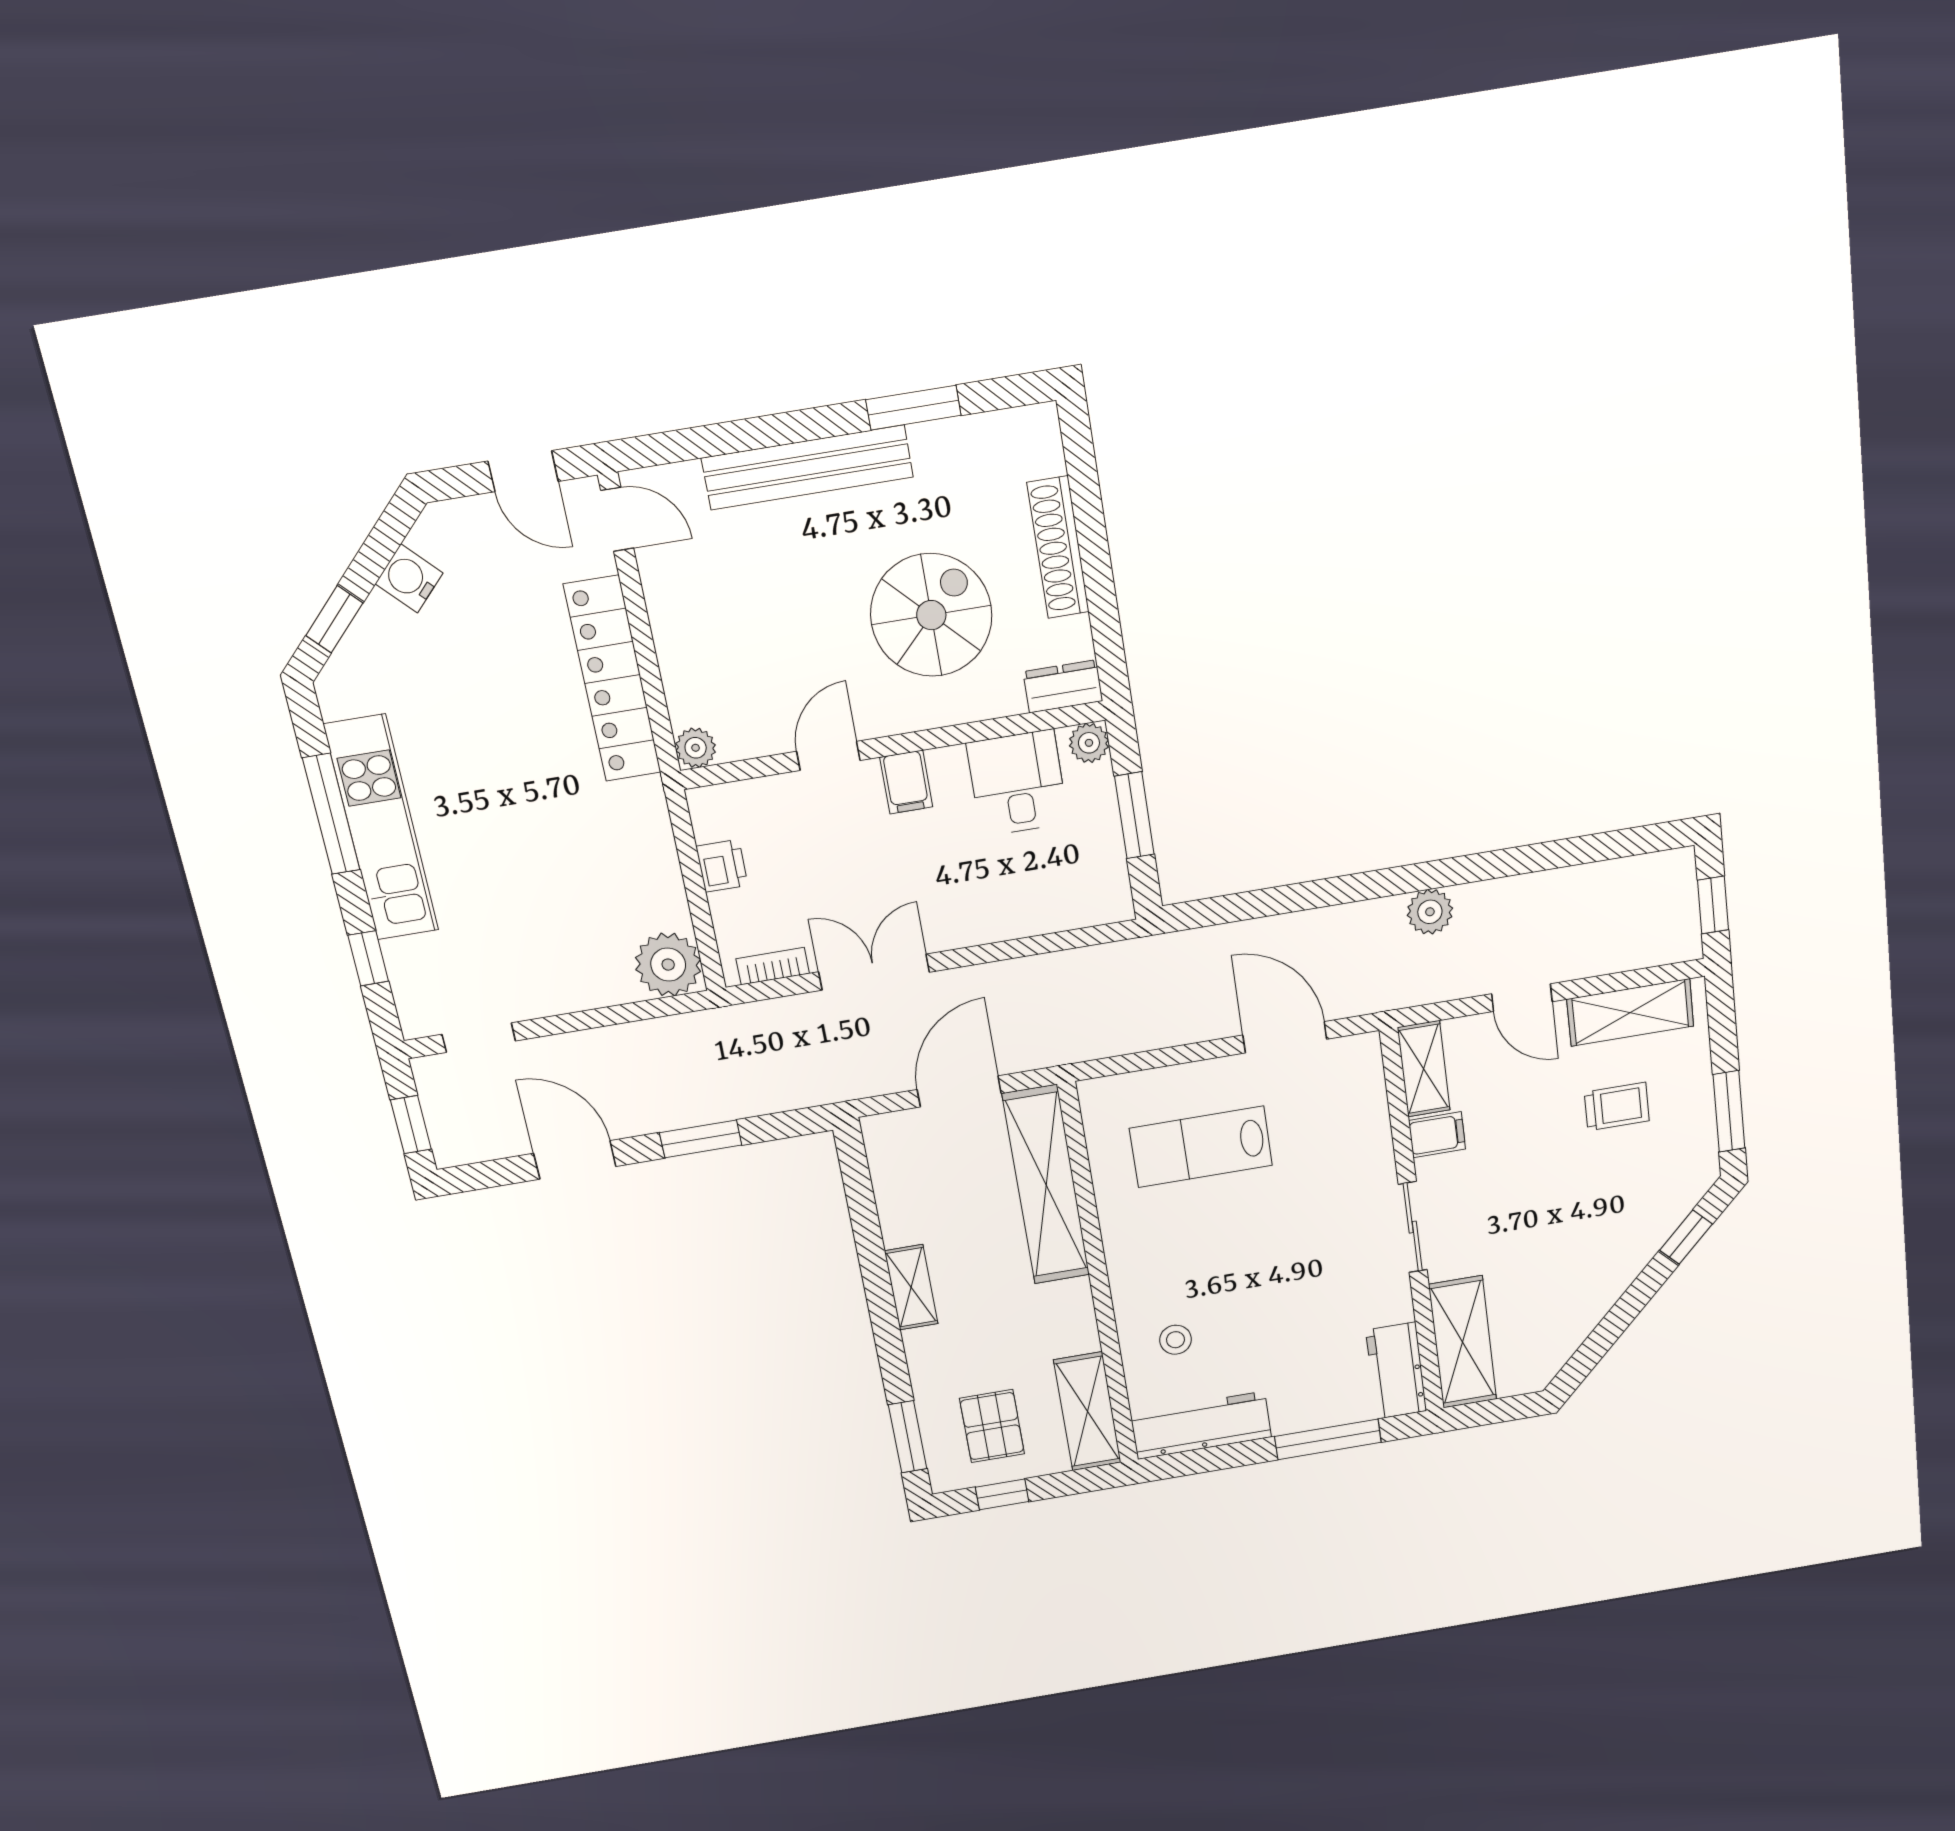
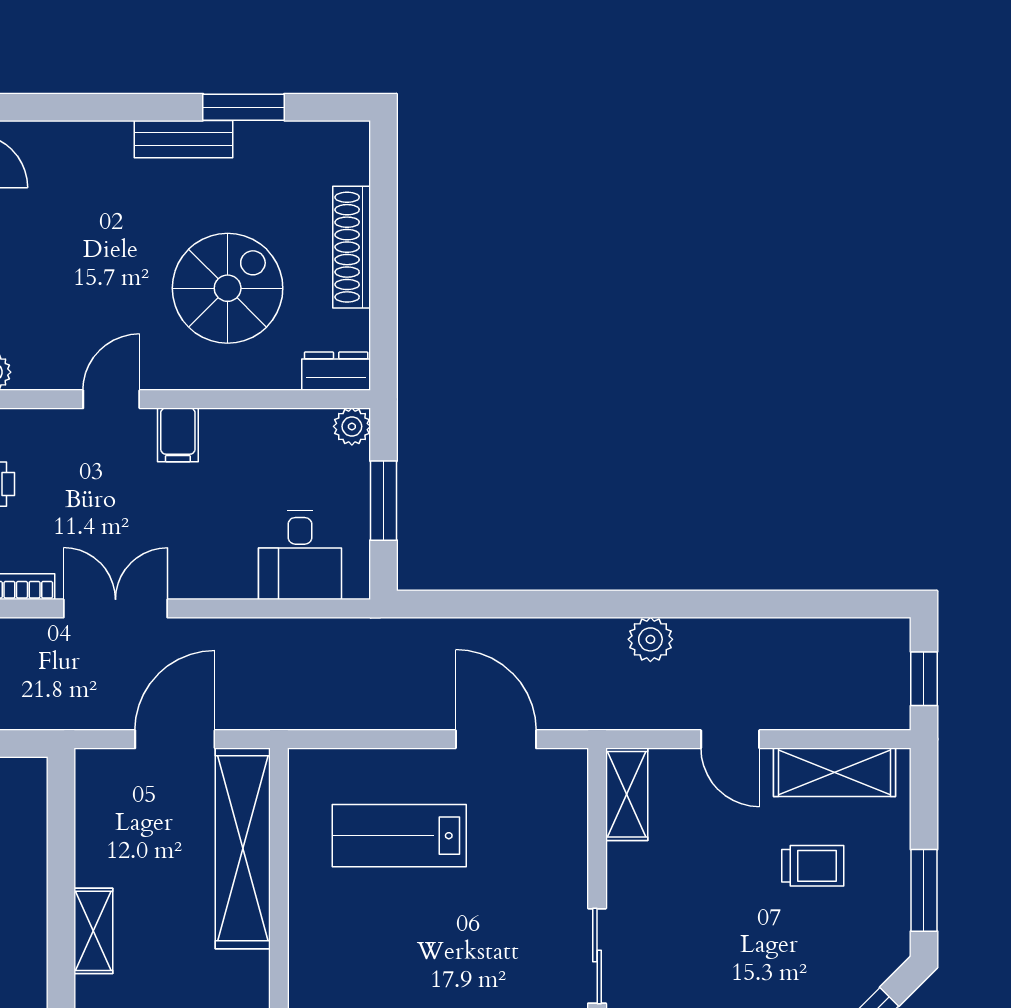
bench: (807, 467) -> (184, 139), width x0.54, depth x0.82
desk: (1017, 783) -> (300, 555), moved, turned 180
filing cabinet: (1437, 1135) -> (632, 864), removed

